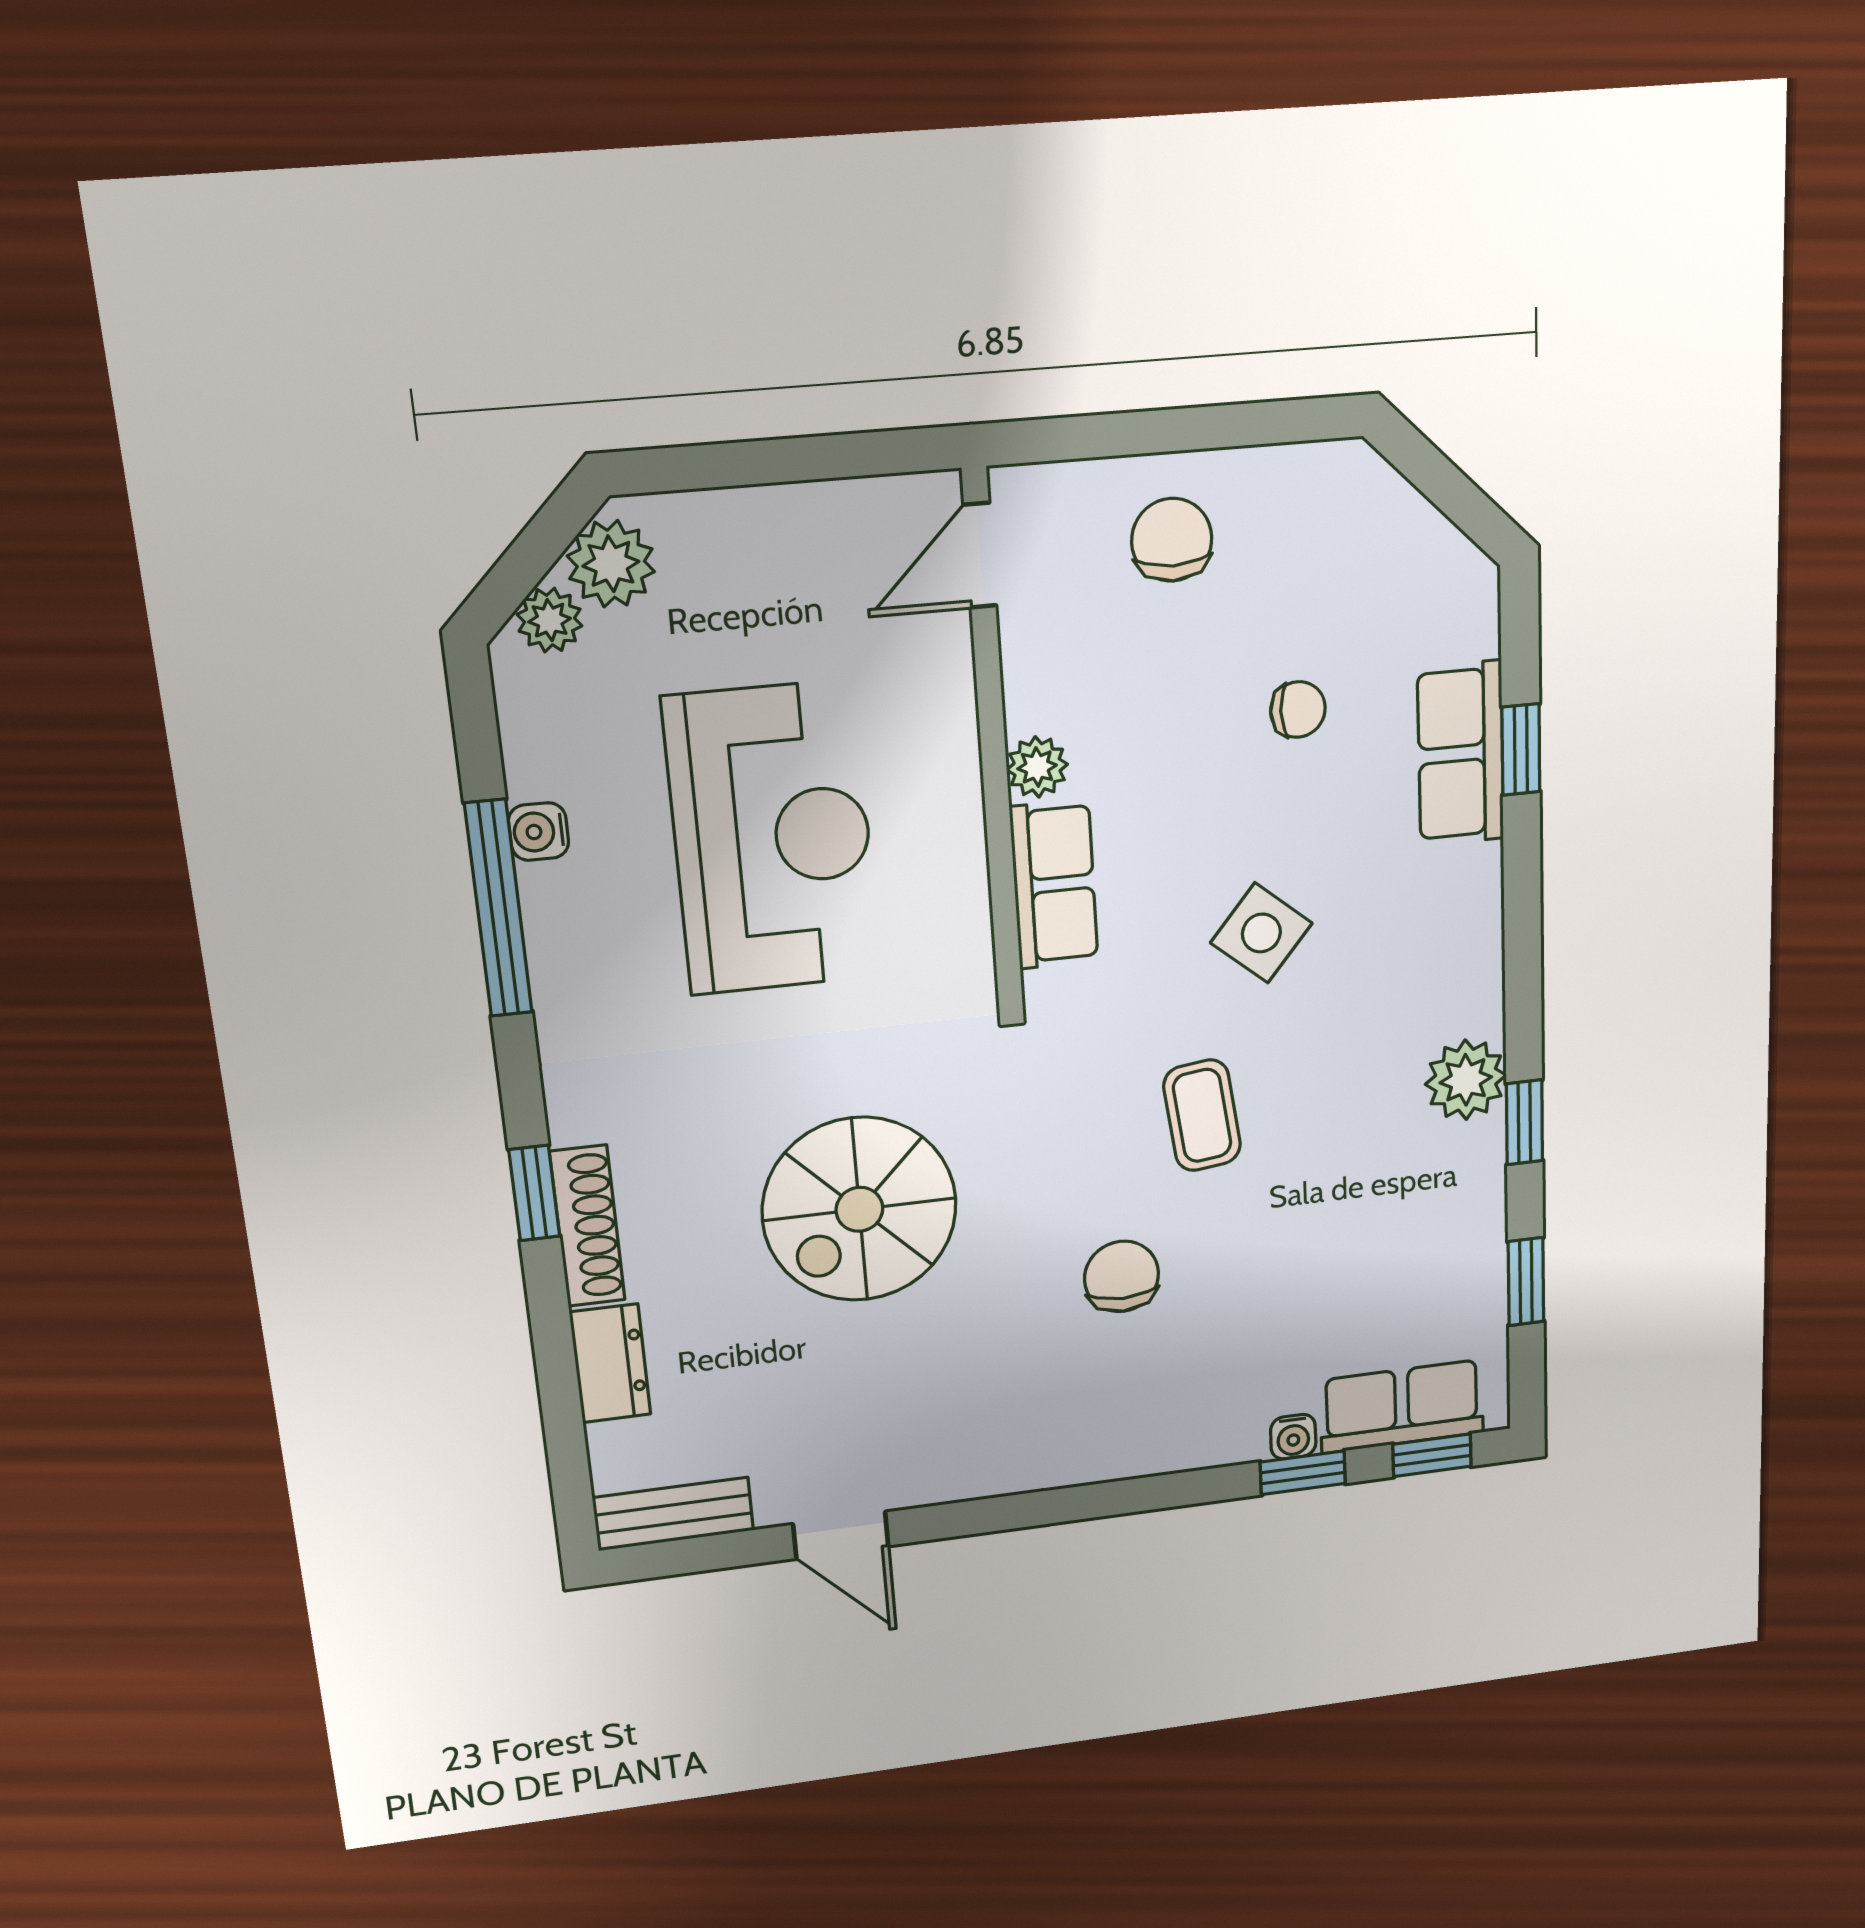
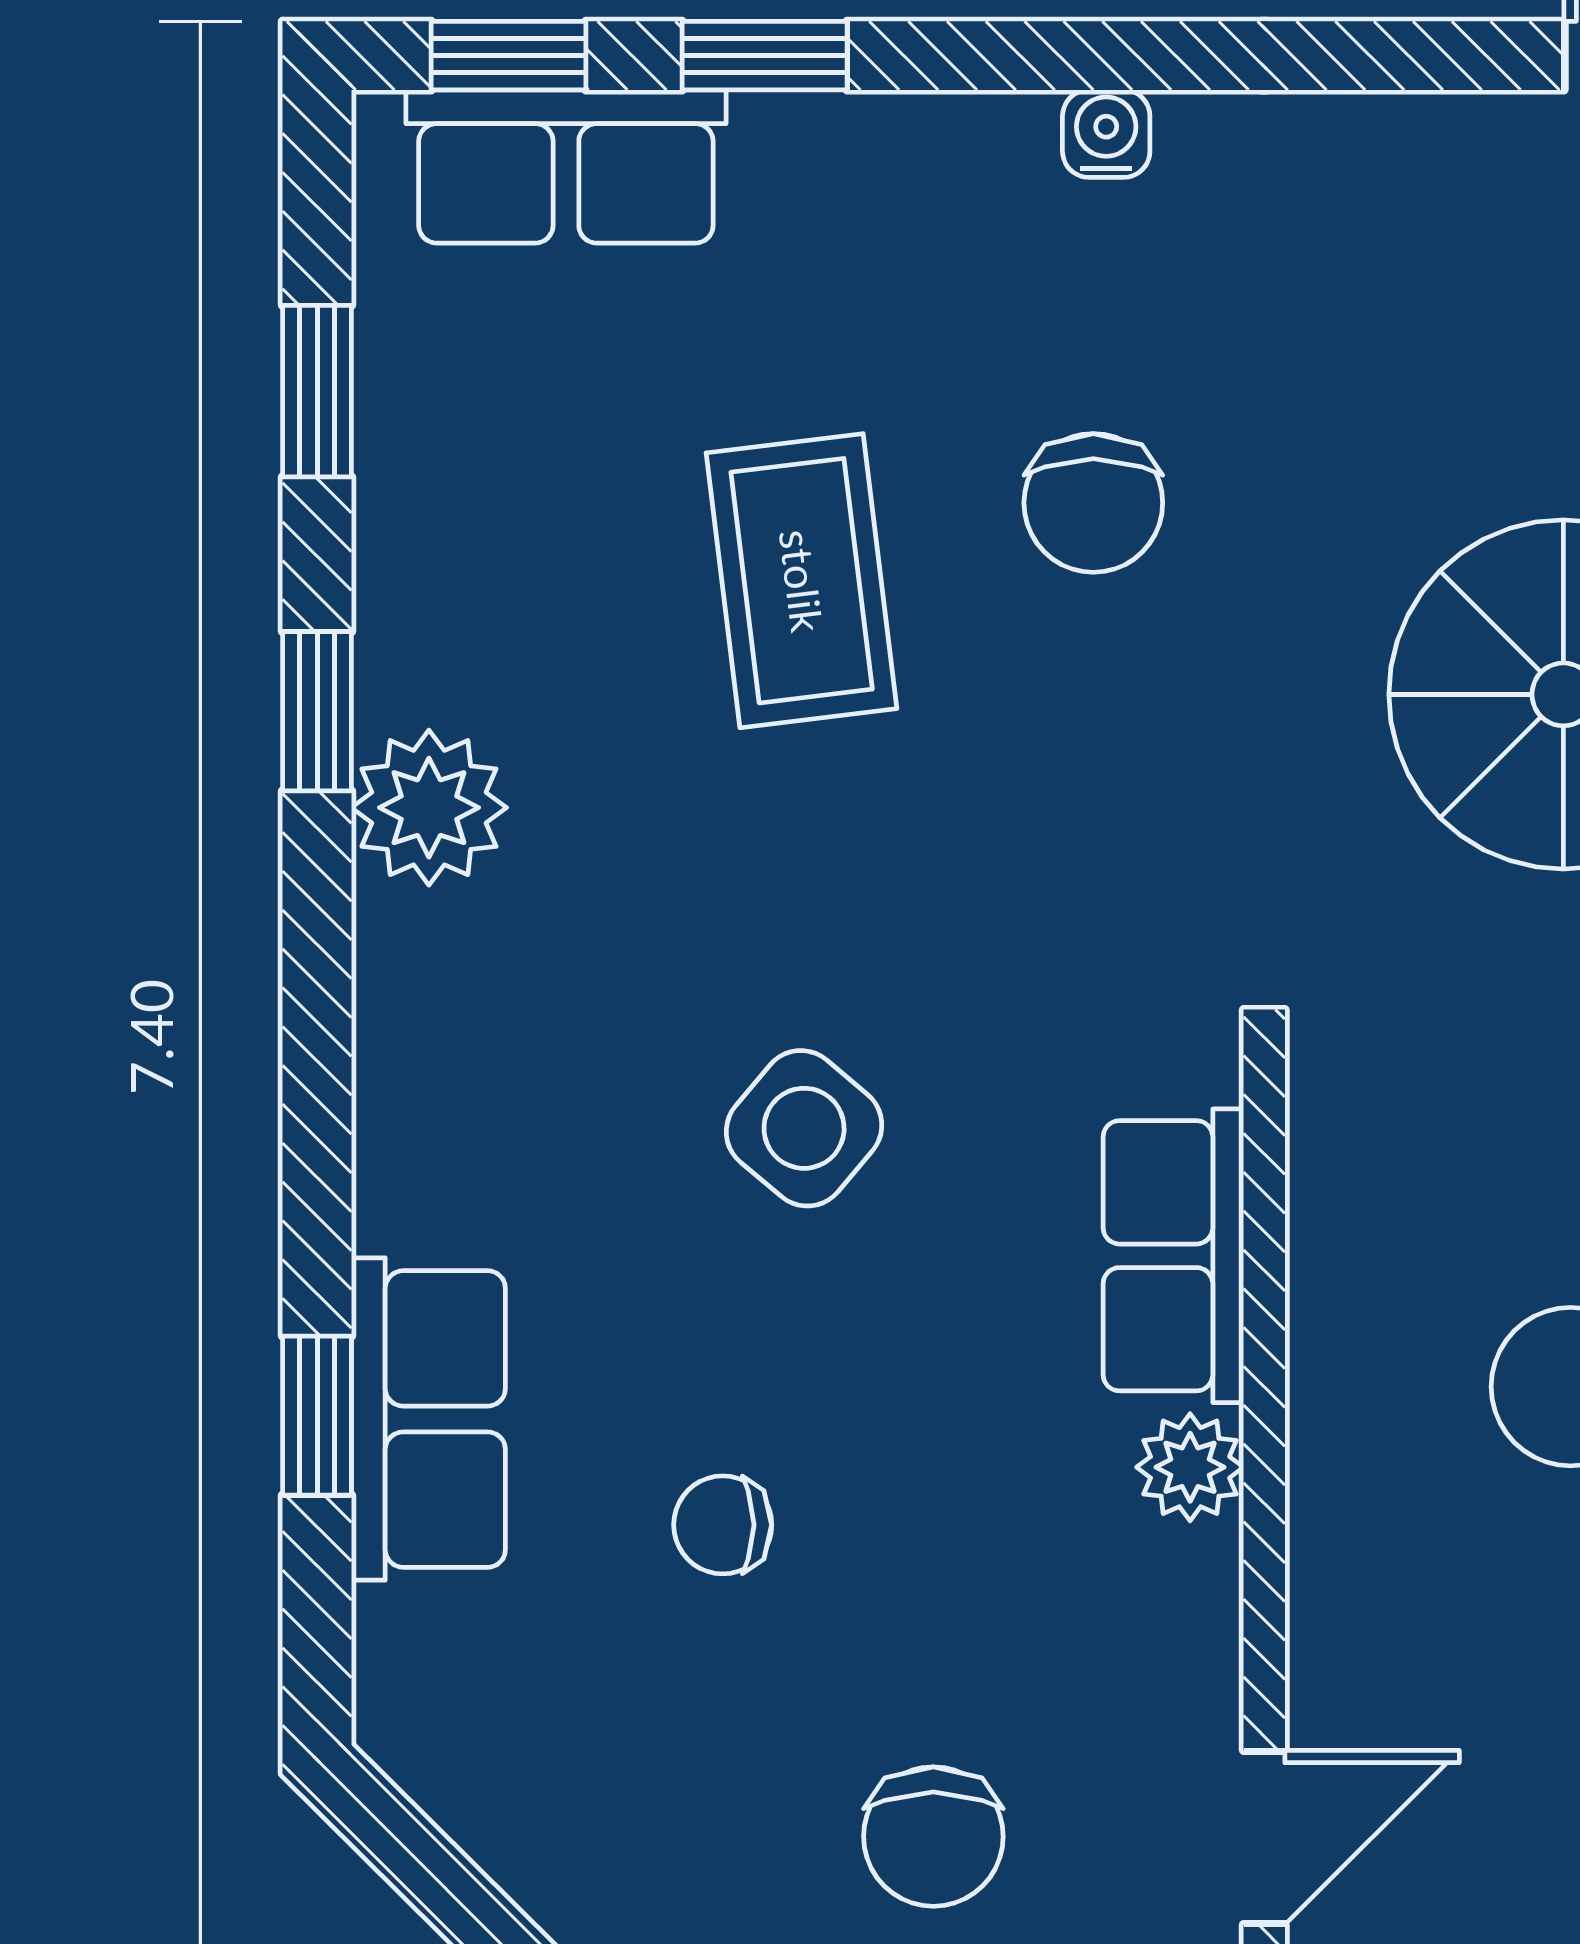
coffee table: (1202, 1115) -> (802, 581), moved, width x1.36, depth x1.30
water cooler: (1293, 1437) -> (1106, 134), moved

